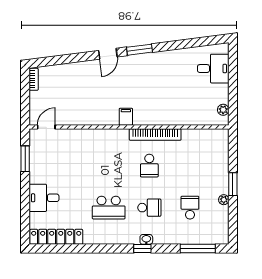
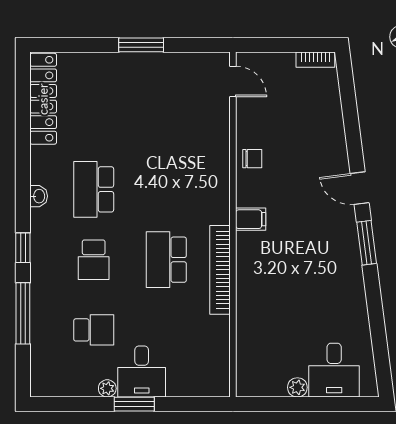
plant: (223, 110) -> (297, 387), moved
chair: (91, 116) -> (252, 159), added
window: (25, 159) -> (141, 45), moved
school desk: (149, 166) -> (166, 260), width x1.85
desk: (44, 198) -> (142, 371), moved, turned 180
washbasin: (146, 239) -> (39, 196), moved
window: (198, 249) -> (23, 313), moved

